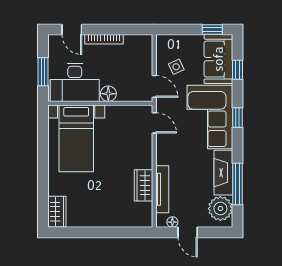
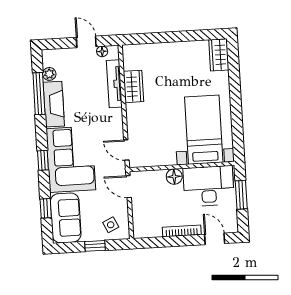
window: (212, 30) -> (95, 246), moved
side table: (176, 67) -> (111, 225), moved
plant: (220, 209) -> (49, 74), width x0.53, depth x0.53

